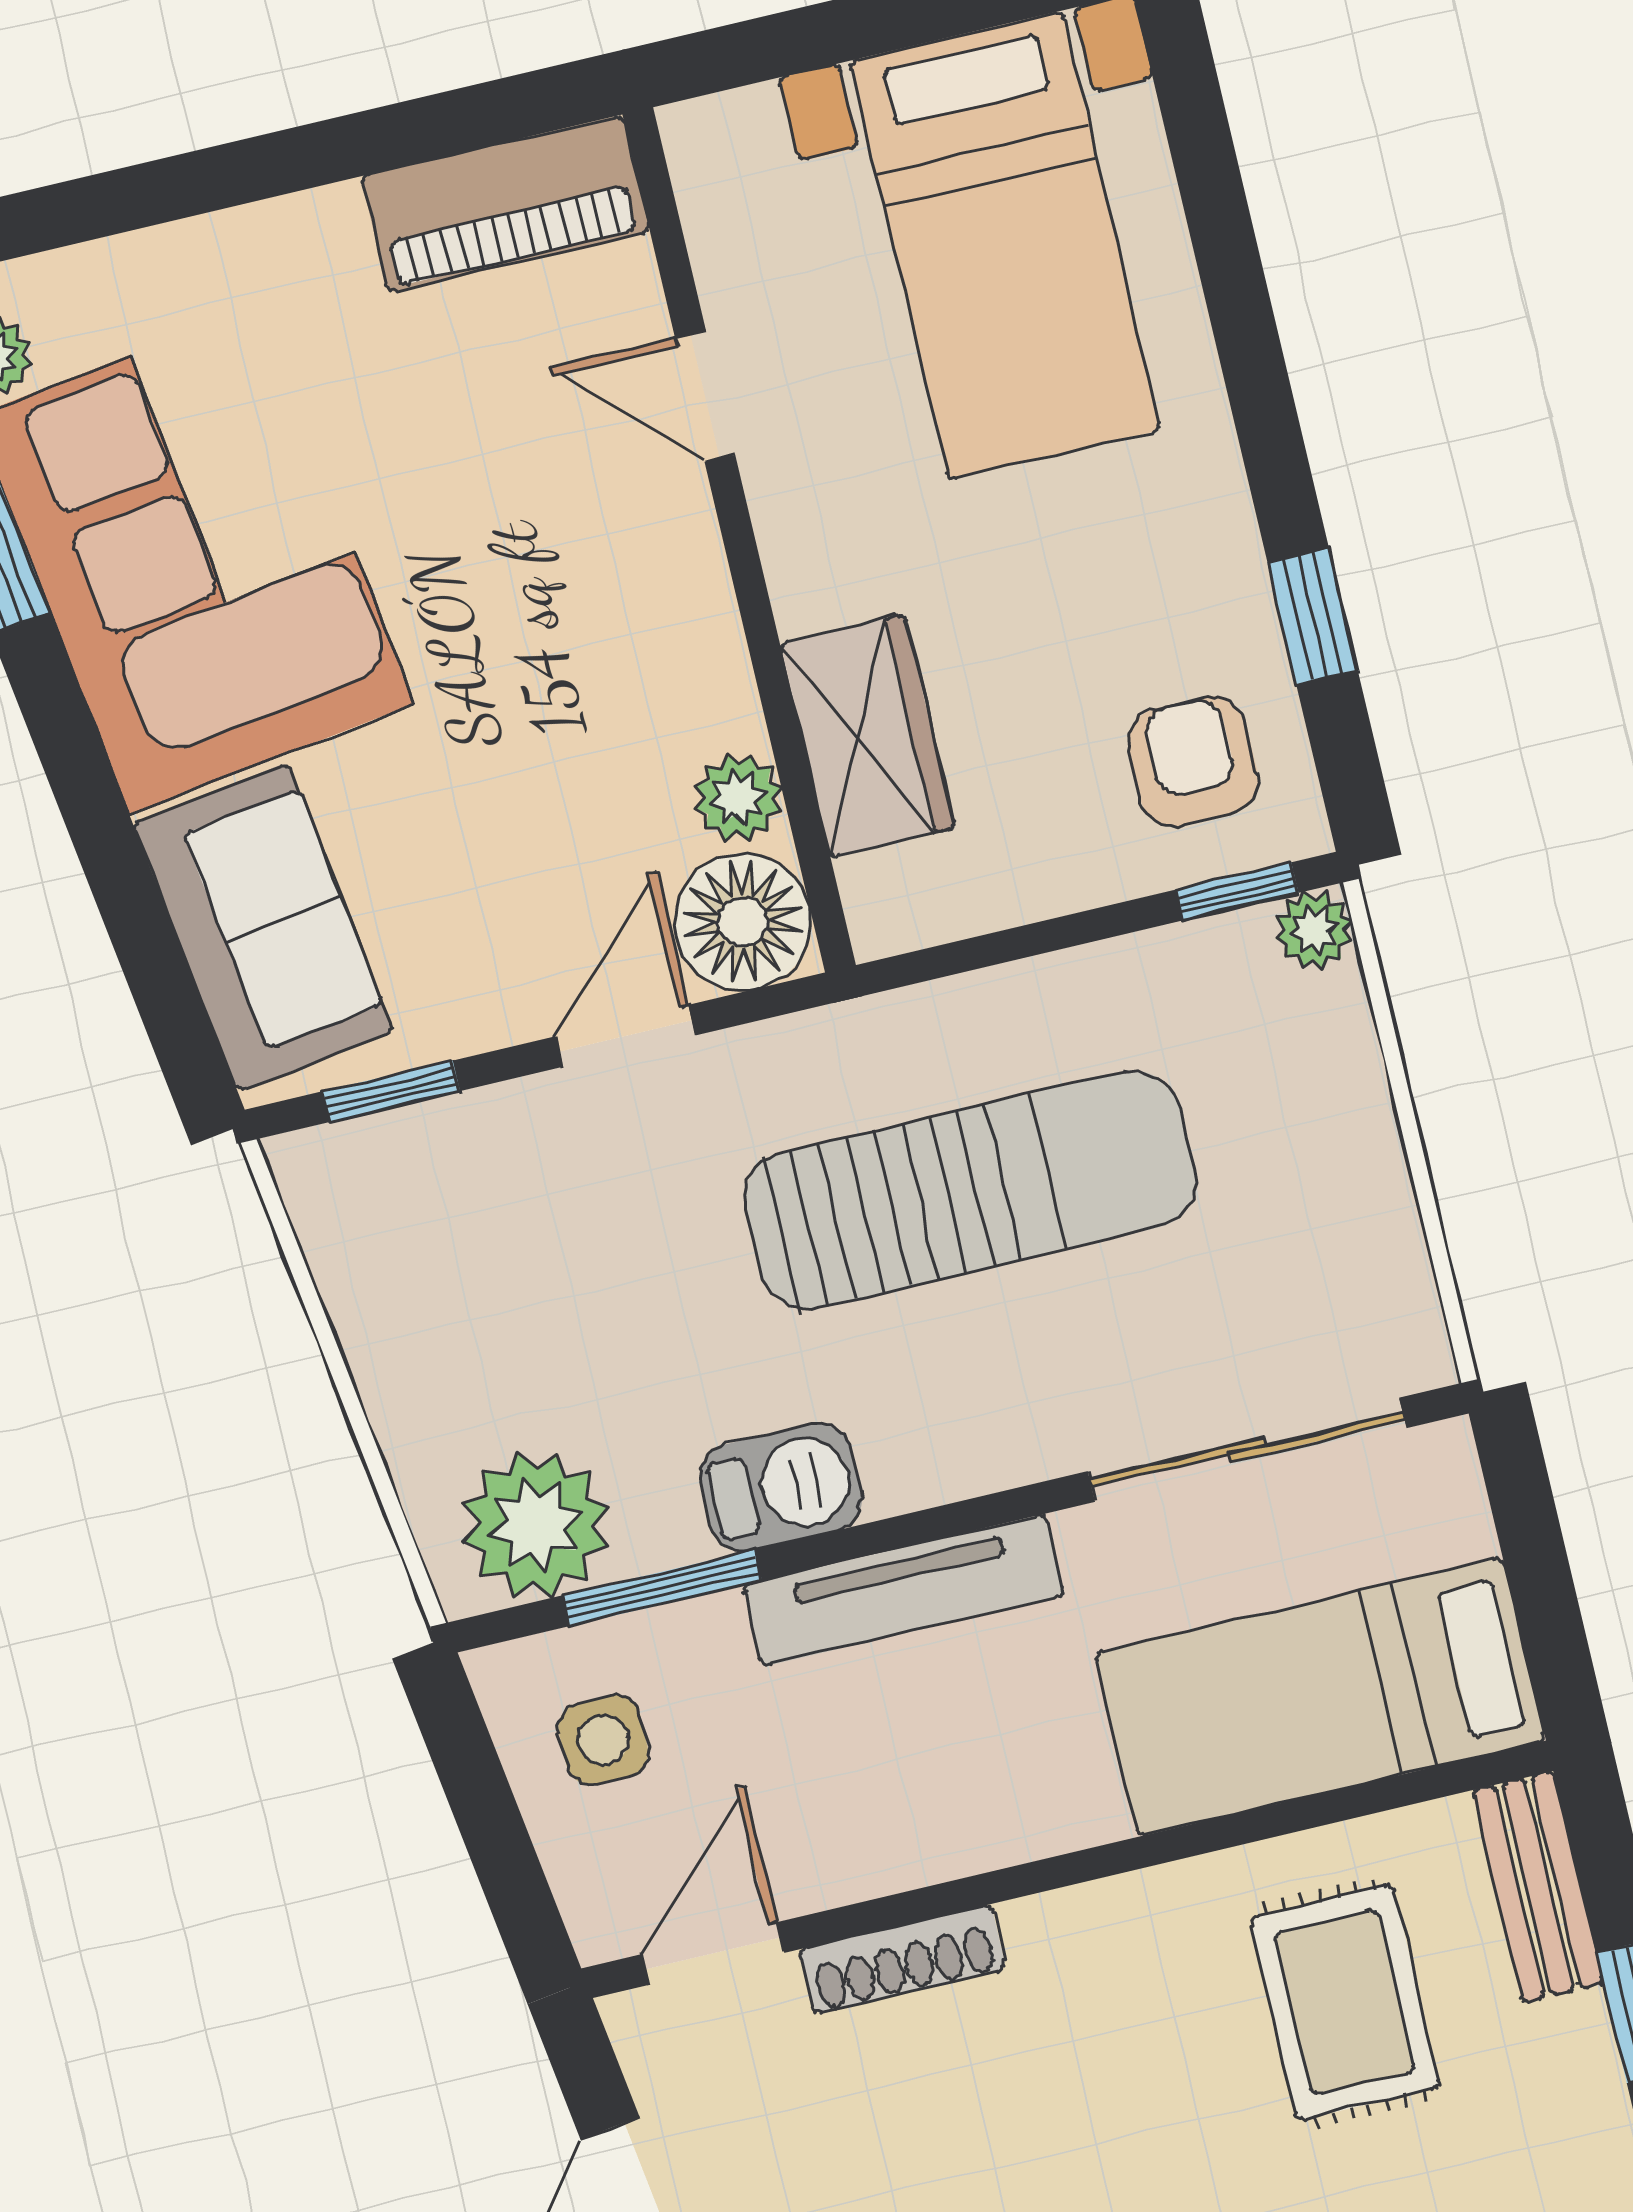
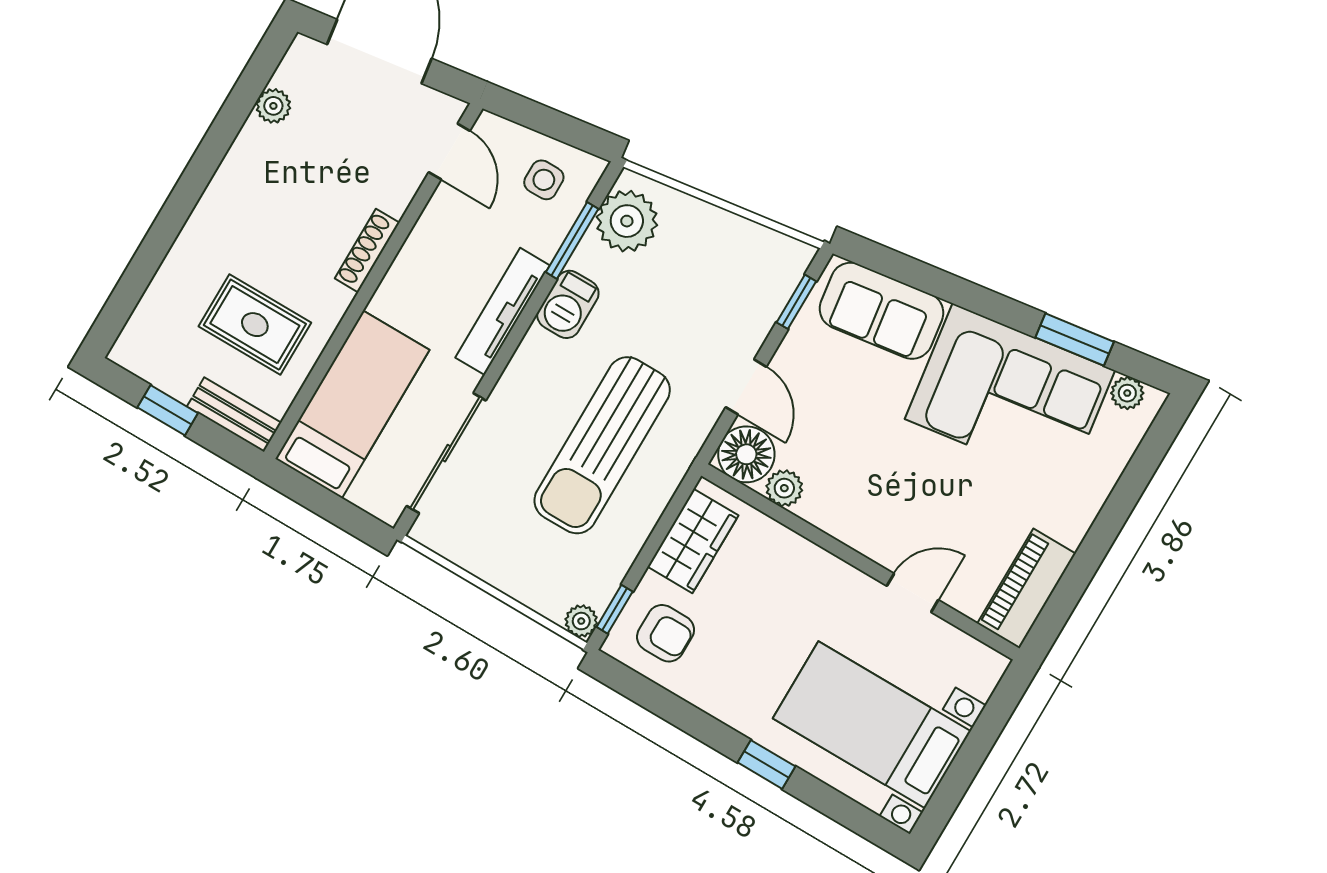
window: (1313, 616) -> (767, 764), moved
wardrobe: (867, 736) -> (693, 541), moved, turned -90
shoe rack: (903, 1959) -> (367, 251), moved

